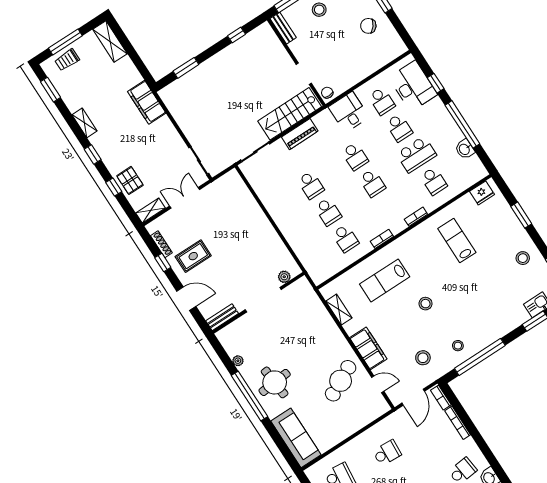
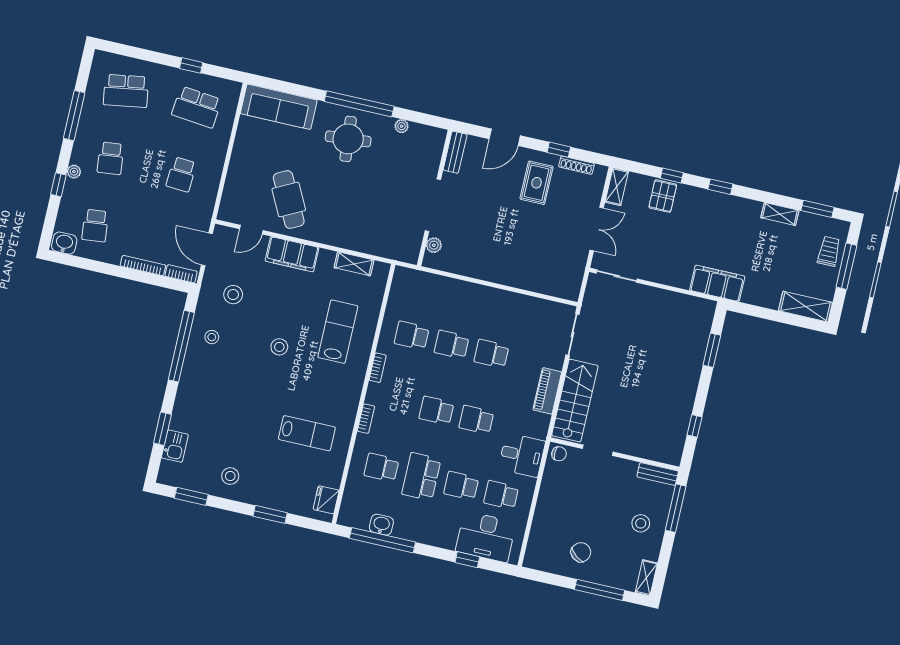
shelving: (85, 123) -> (780, 214), moved
window: (462, 124) -> (382, 540), moved
pallet: (130, 180) -> (663, 196), turned 90

